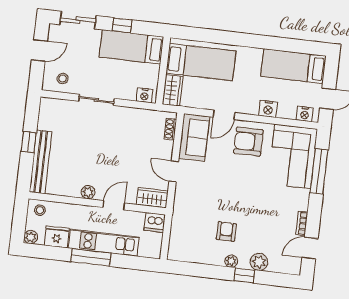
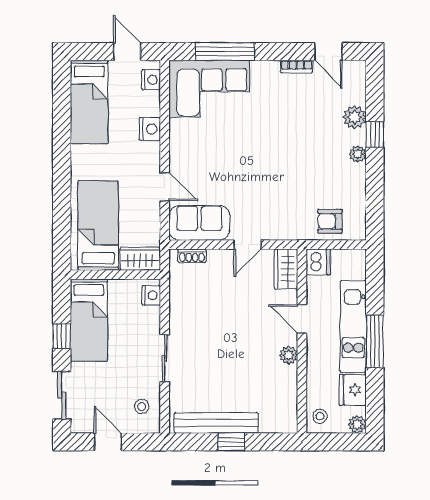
armchair: (248, 142) -> (196, 150), removed
bench: (41, 162) -> (216, 423), moved
armchair: (226, 232) -> (330, 221), moved

